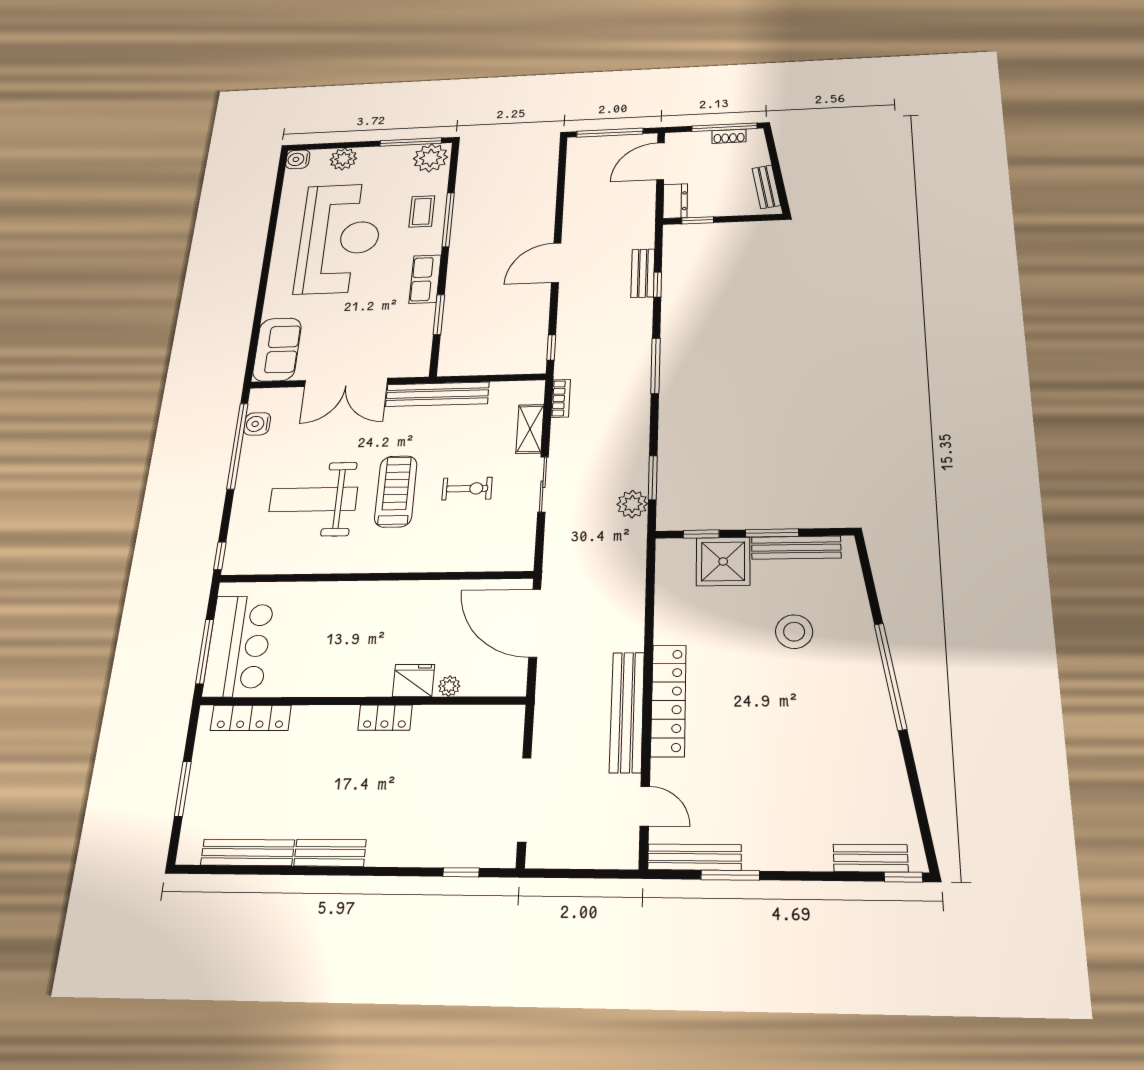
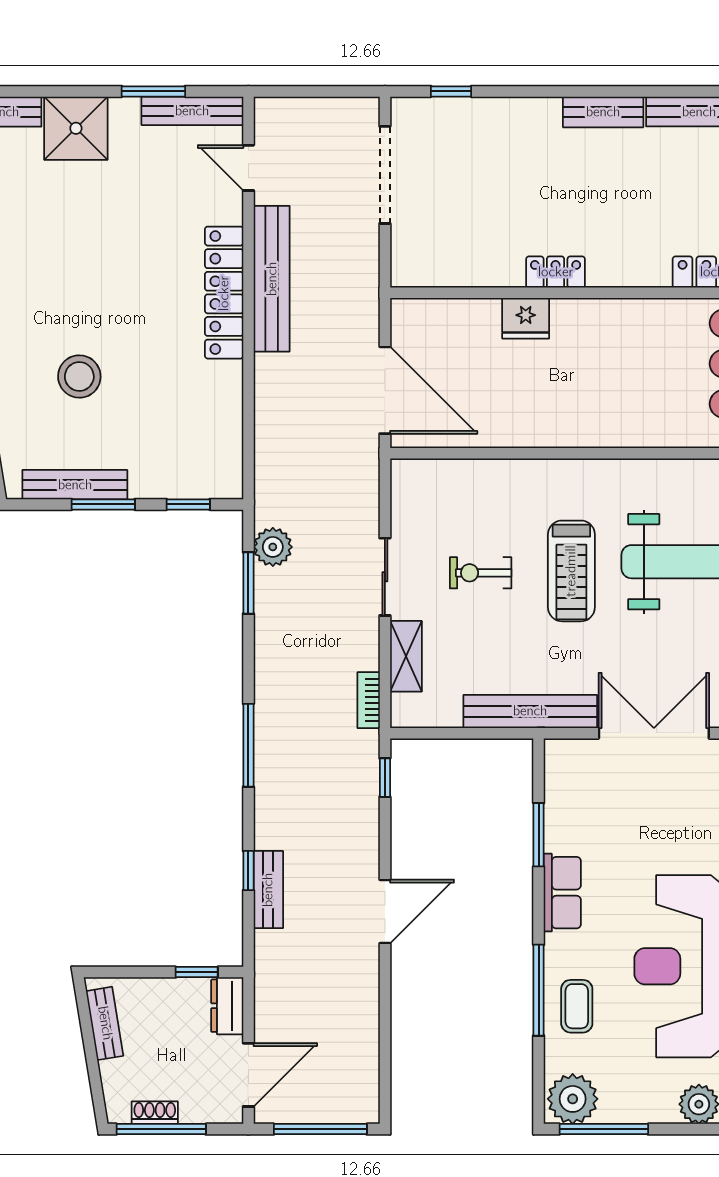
shower: (723, 561) -> (76, 128), moved
plant: (449, 686) -> (482, 311), removed

